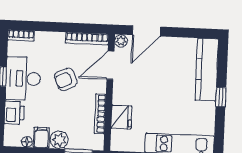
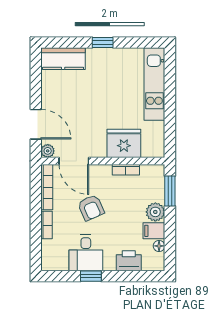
bookcase: (21, 35) -> (47, 225), moved
kitchen counter: (207, 70) -> (63, 59), width x0.67
desk: (23, 79) -> (86, 253), width x0.73
bookcase: (100, 114) -> (126, 170), width x0.64
fridge: (121, 117) -> (124, 143), width x1.36, depth x1.34

